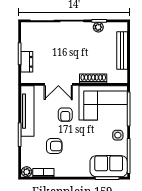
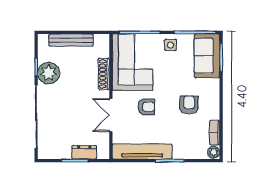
plant: (98, 27) -> (49, 73), width x1.88, depth x1.88
double door: (58, 84) -> (111, 115), swing flipped
armchair: (54, 146) -> (189, 105), moved

